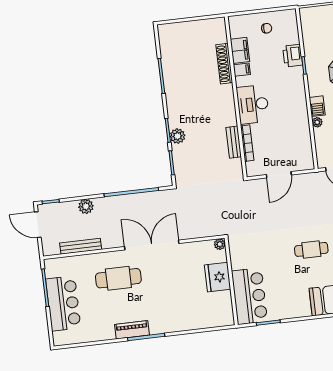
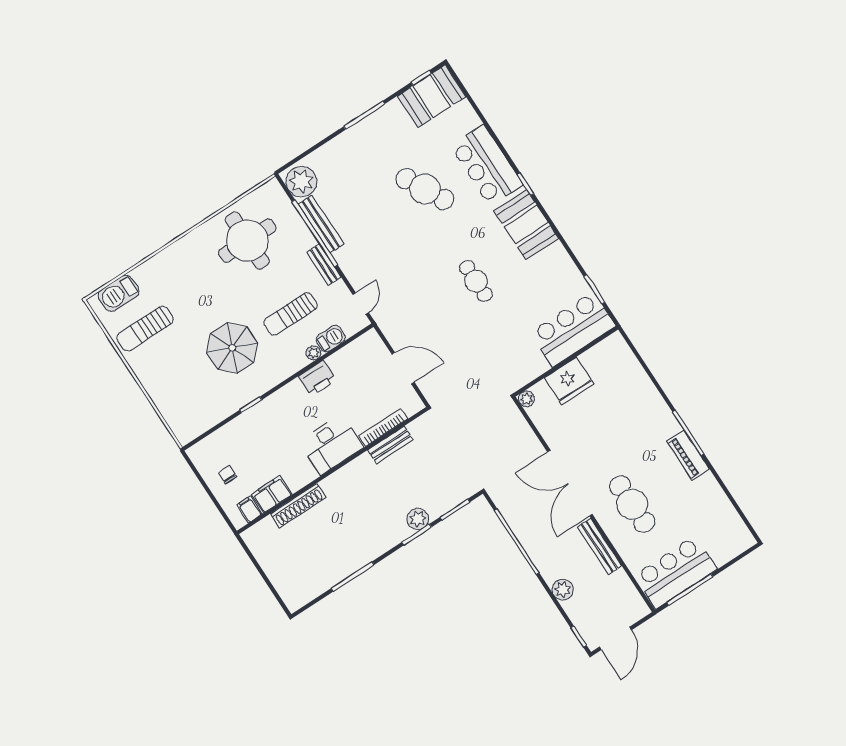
printer: (293, 56) -> (317, 378), moved
filing cabinet: (242, 70) -> (249, 509), moved
barbecue: (317, 106) -> (331, 339), moved
bench: (81, 246) -> (600, 546), moved
bar counter: (63, 303) -> (676, 572), moved

